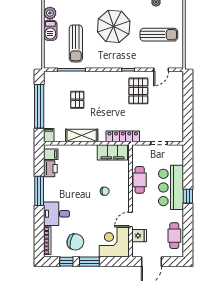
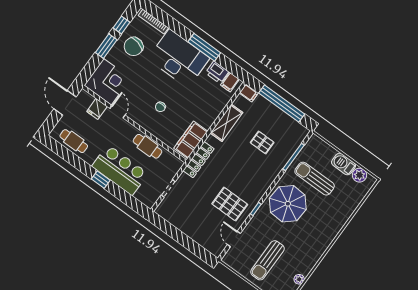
parasol: (114, 26) -> (288, 204), moved
desk: (57, 214) -> (179, 58), width x1.87, depth x1.30

